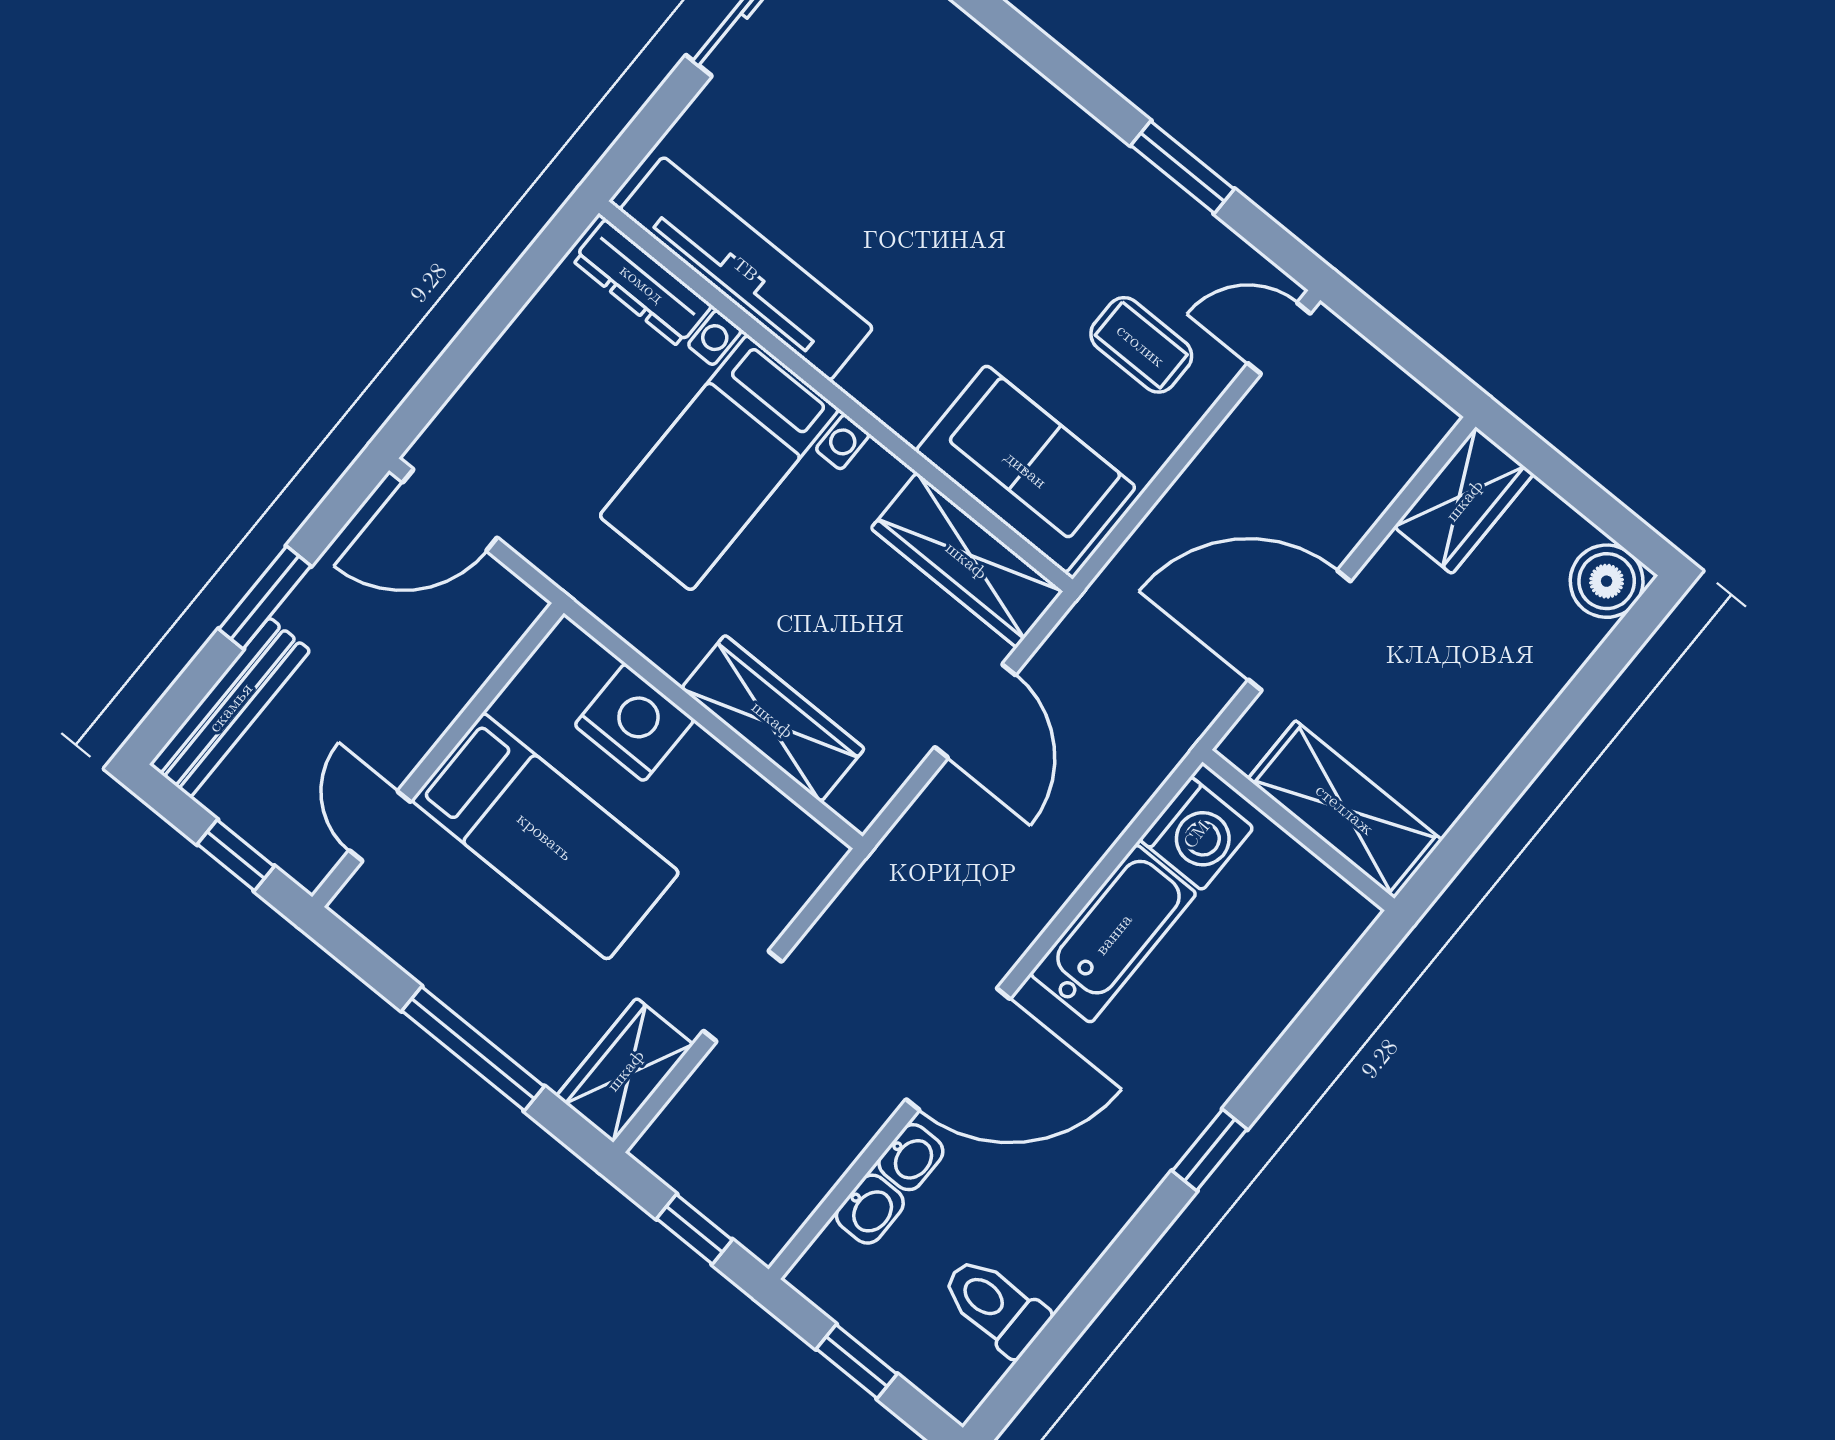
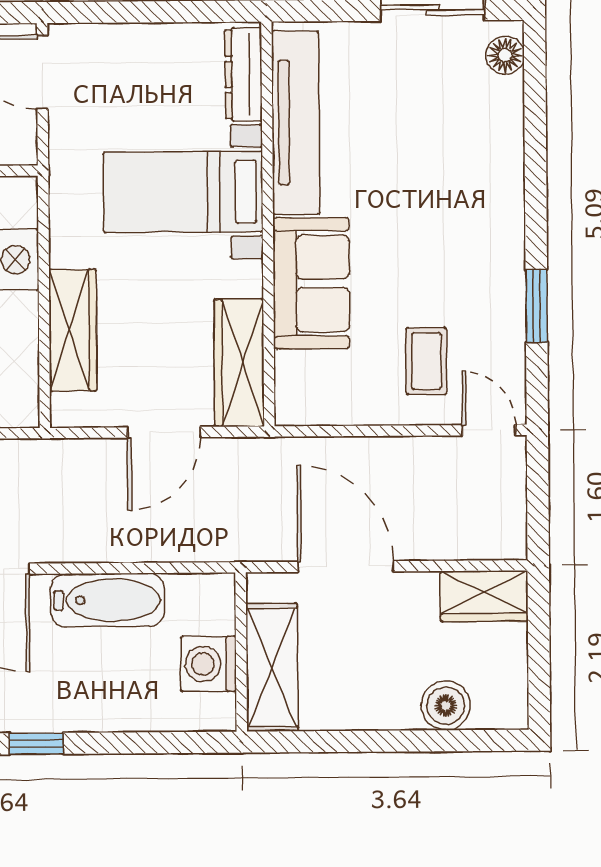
sofa: (1026, 469) -> (311, 283), moved
boiler: (1607, 581) -> (446, 706), moved
washing machine: (1196, 834) -> (209, 664), moved, turned 90

